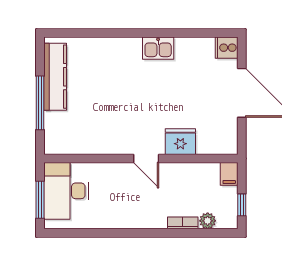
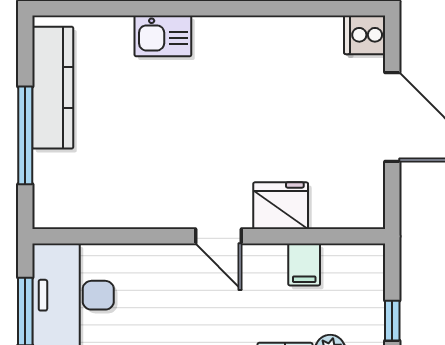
kitchen sink: (158, 48) -> (163, 36), moved
filing cabinet: (229, 174) -> (304, 265), moved

